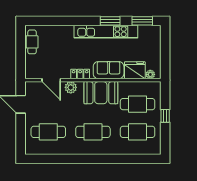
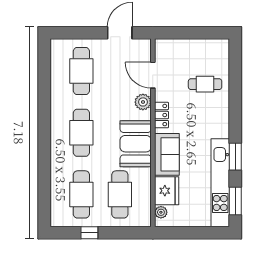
kitchen unit: (106, 32) -> (220, 183), moved
cafe table: (32, 42) -> (205, 84), moved
door: (51, 80) -> (153, 75), hinge flipped
window: (165, 116) -> (89, 233), moved

